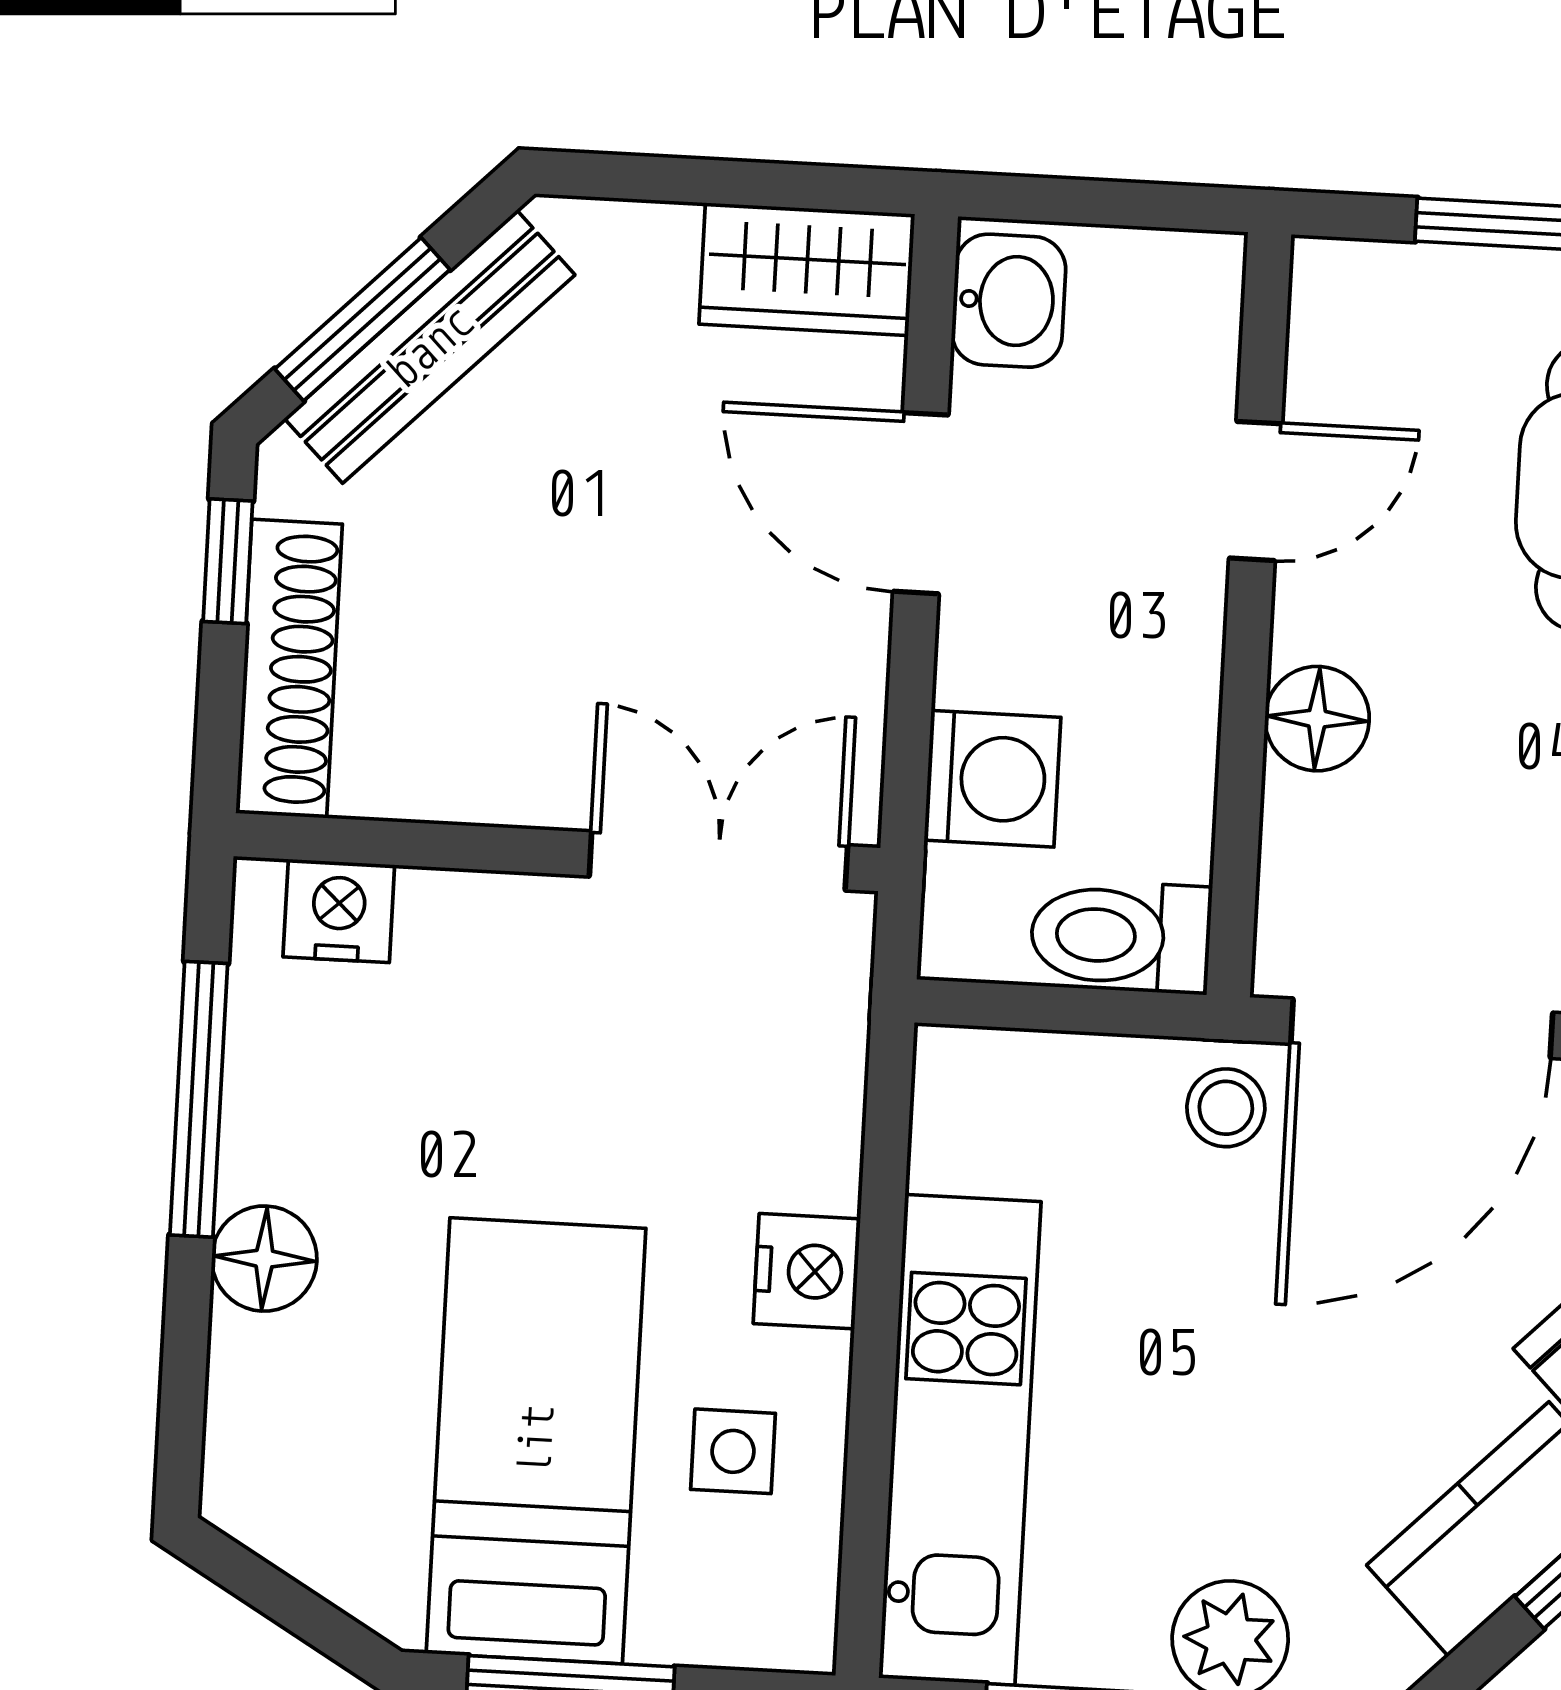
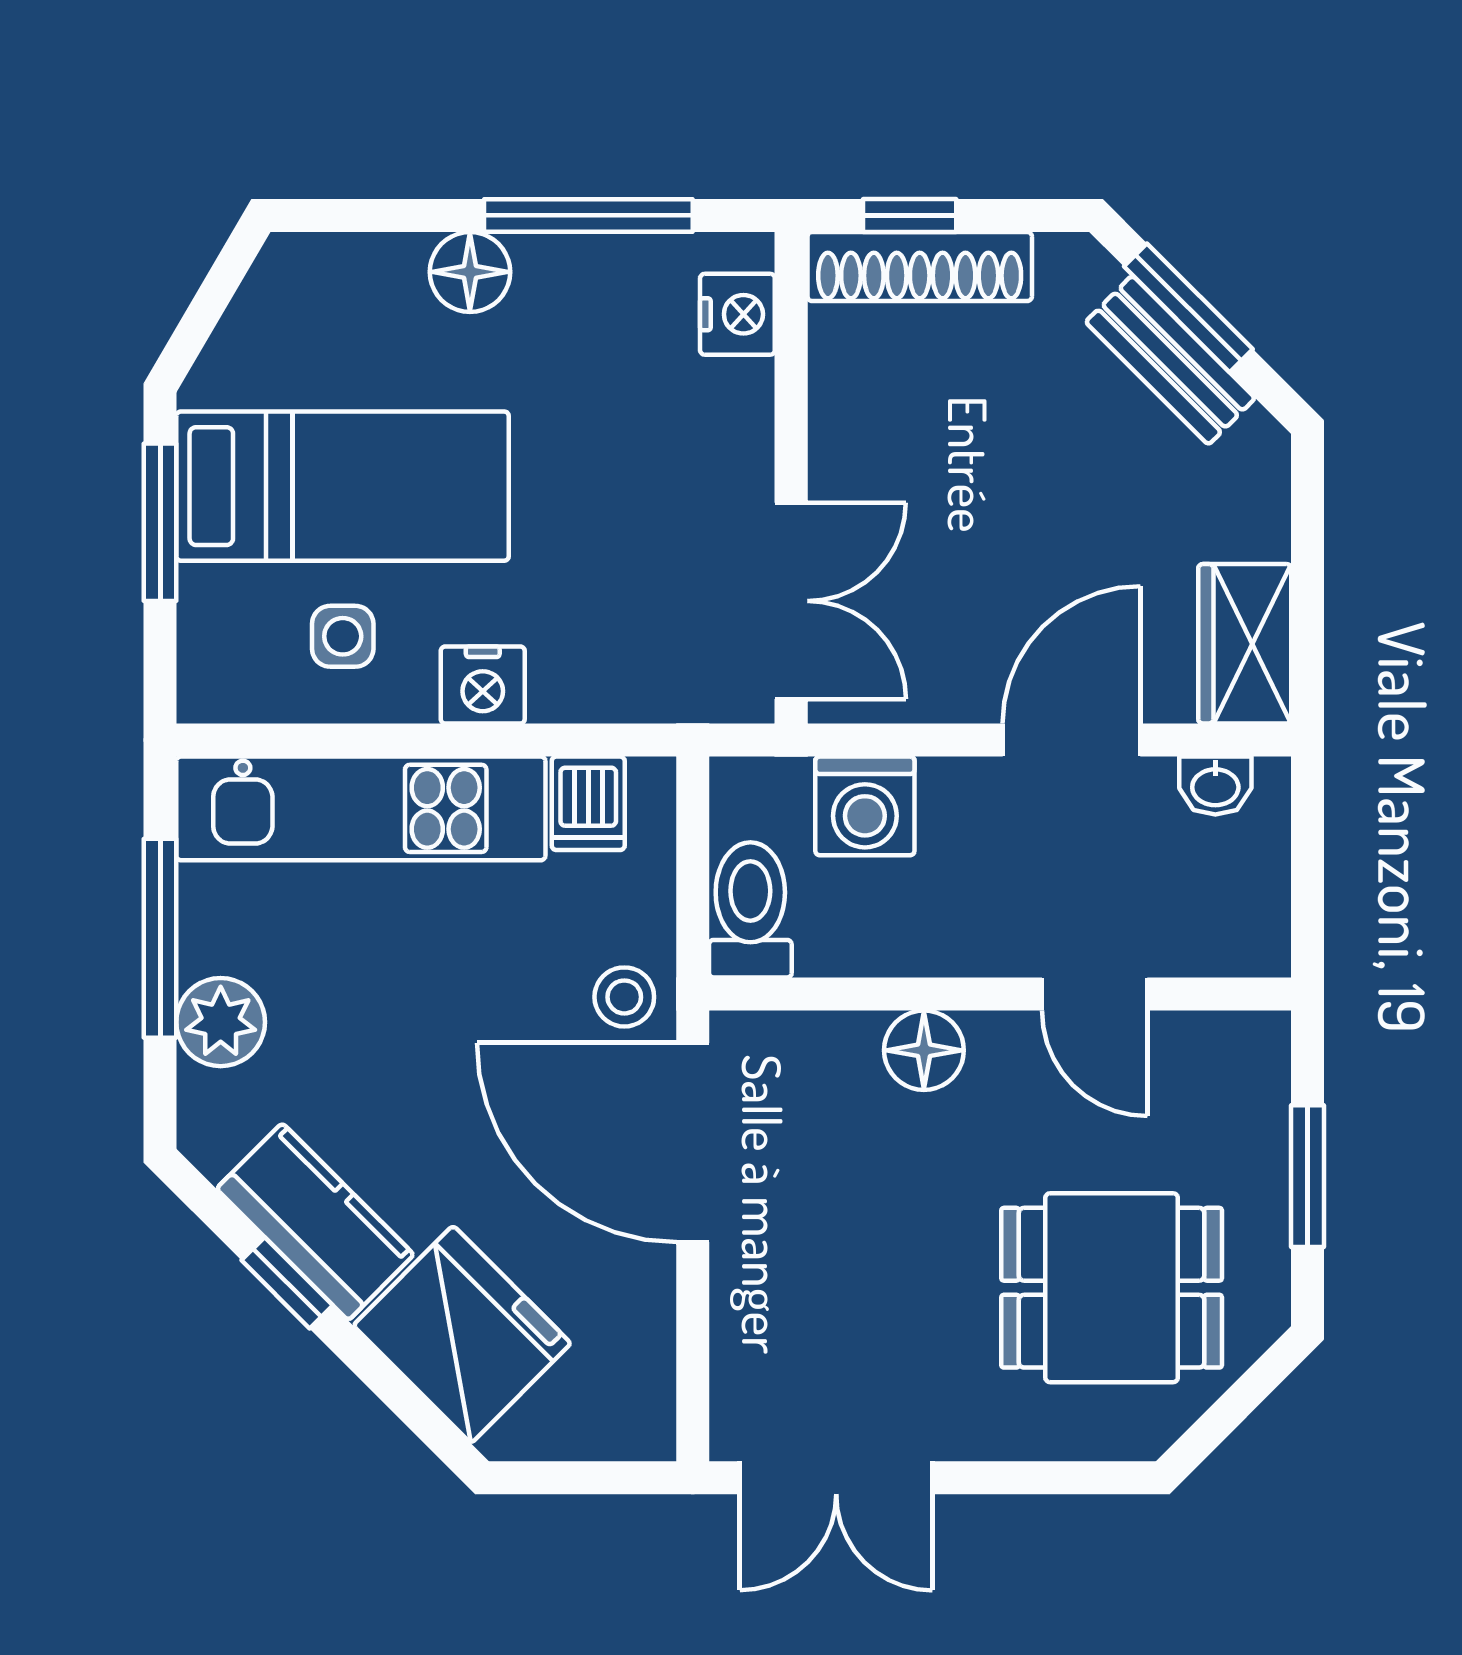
washbasin: (1009, 301) -> (1215, 786), width x0.72, depth x0.69
bench: (430, 347) -> (1170, 360), width x0.73
window: (228, 561) -> (910, 215), moved
dishwasher: (969, 1141) -> (588, 803), added

